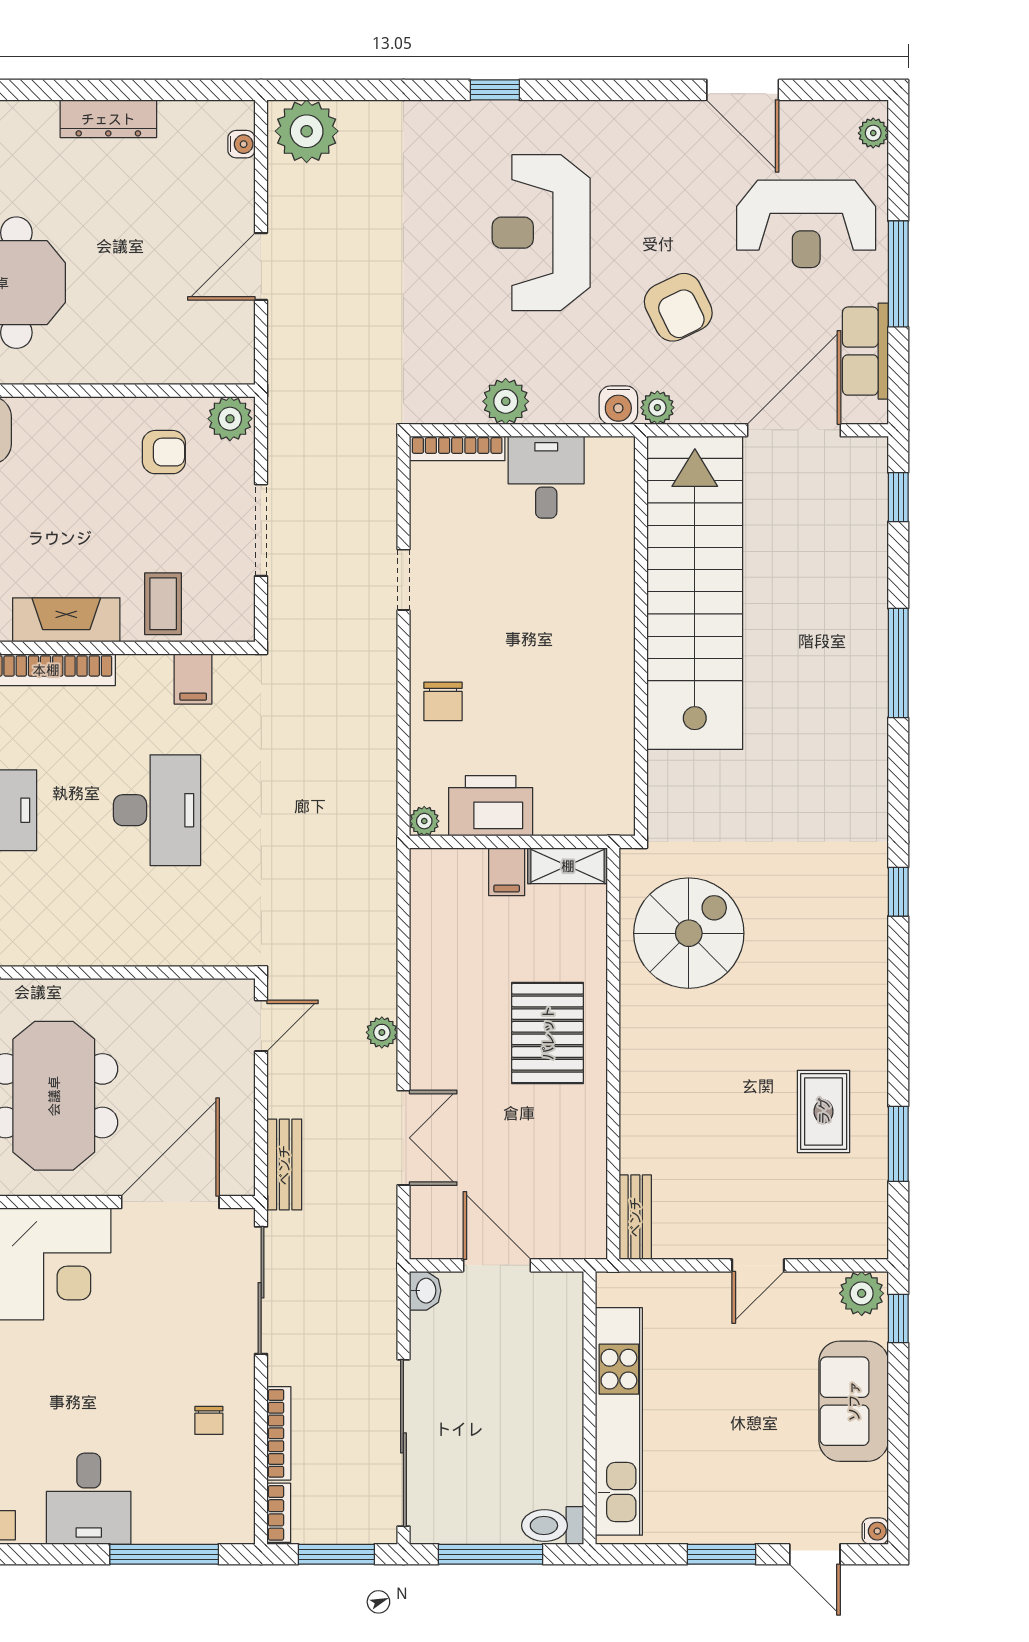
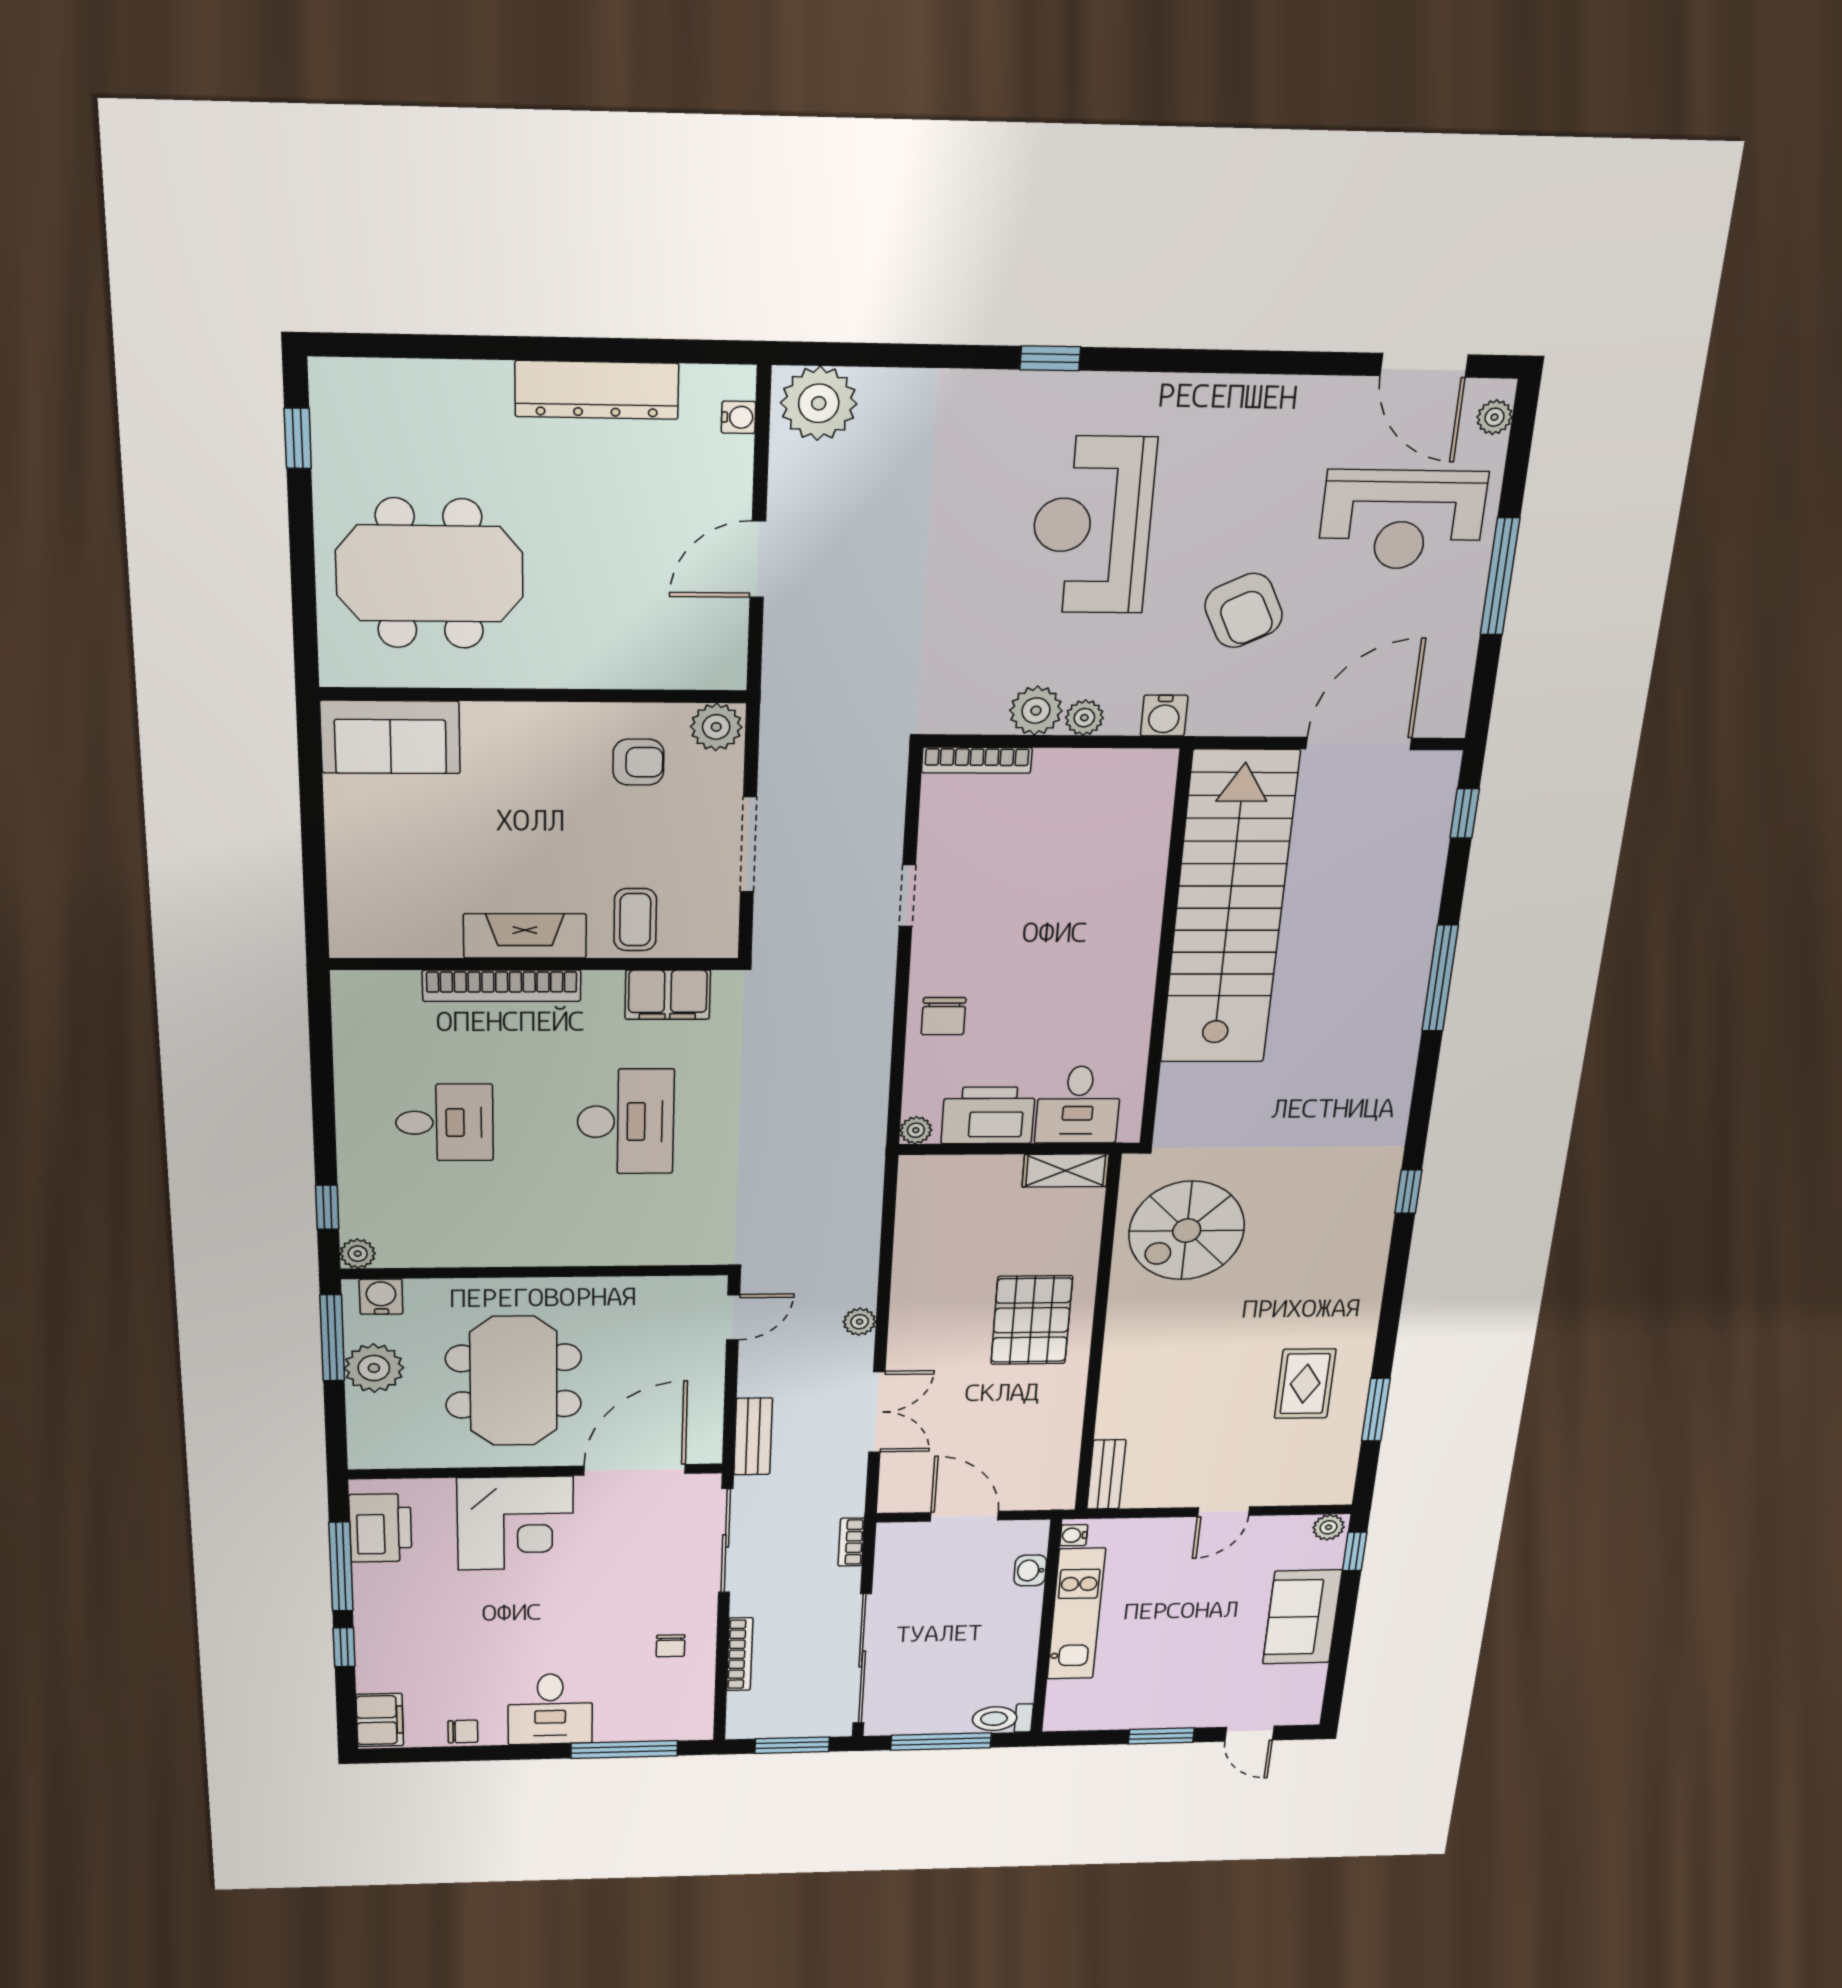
door: (743, 90) -> (1424, 365), moved
dresser: (108, 119) -> (597, 390), width x1.37, depth x1.24
row of seats: (865, 351) -> (1451, 660), removed
plant: (657, 408) -> (1084, 718), moved
desk: (546, 477) -> (1078, 1105), moved, turned 180
filing cabinet: (193, 679) -> (668, 995), width x2.00
filing cabinet: (507, 872) -> (1001, 1176), removed
spiral stairs: (689, 933) -> (1187, 1231), turned 180
washbasin: (425, 1291) -> (1030, 1570), moved, turned 180
plant: (862, 1293) -> (1329, 1527), width x0.73, depth x0.73
kitchen unit: (619, 1421) -> (1076, 1614), width x0.73
bookcase: (279, 1513) -> (851, 1542), moved, turned 180
water cooler: (875, 1531) -> (1074, 1535), moved, turned 180

